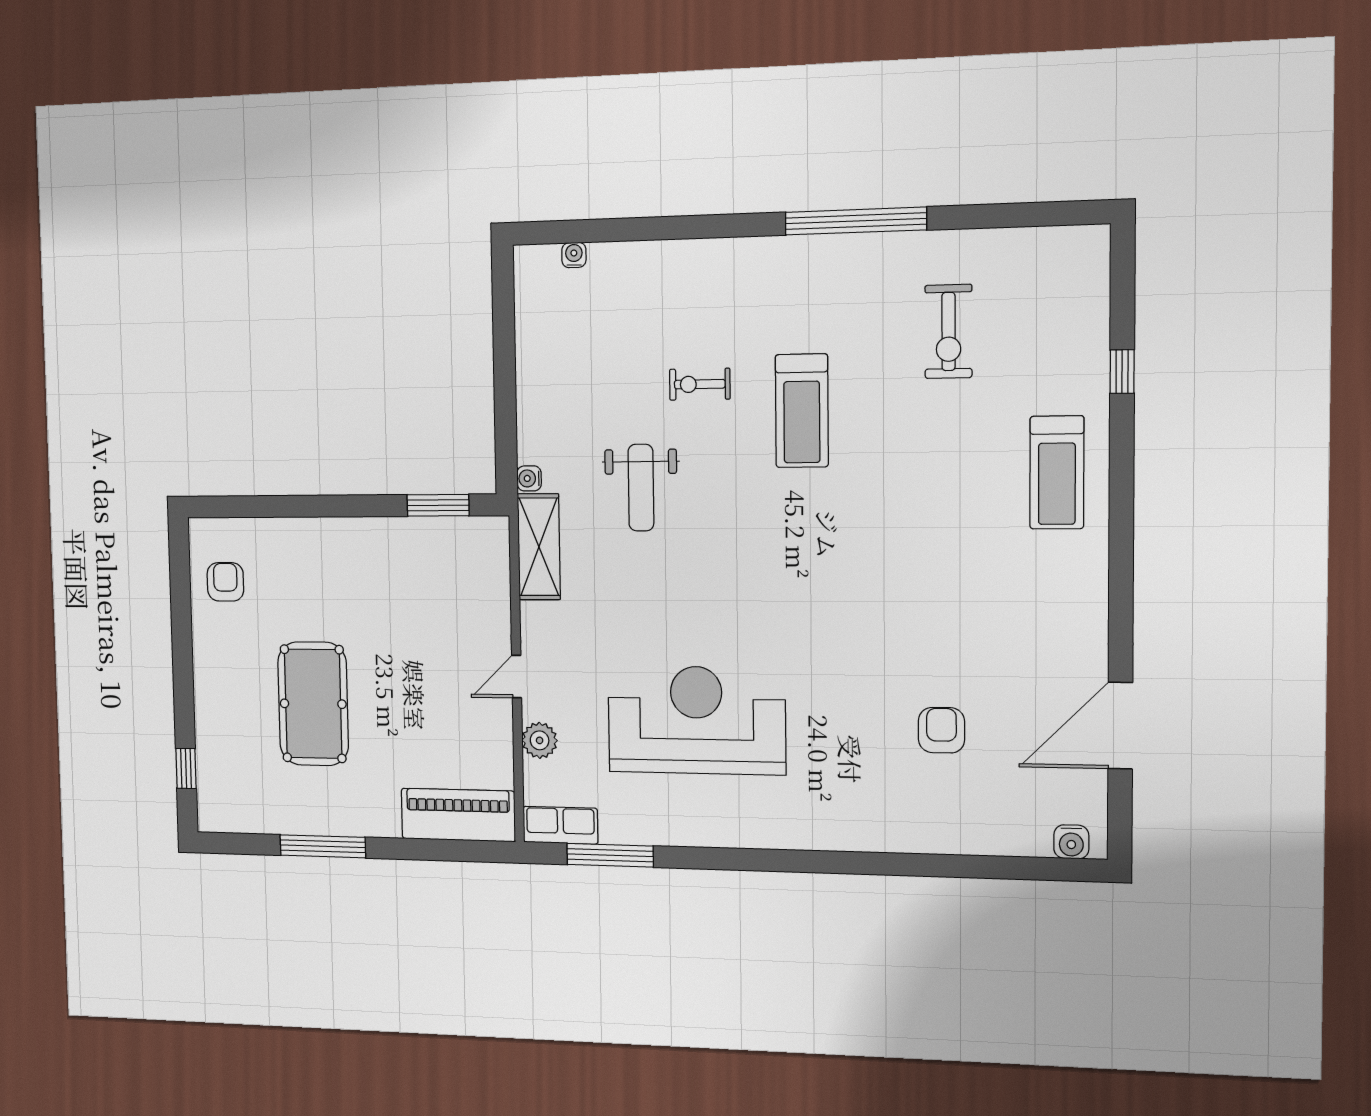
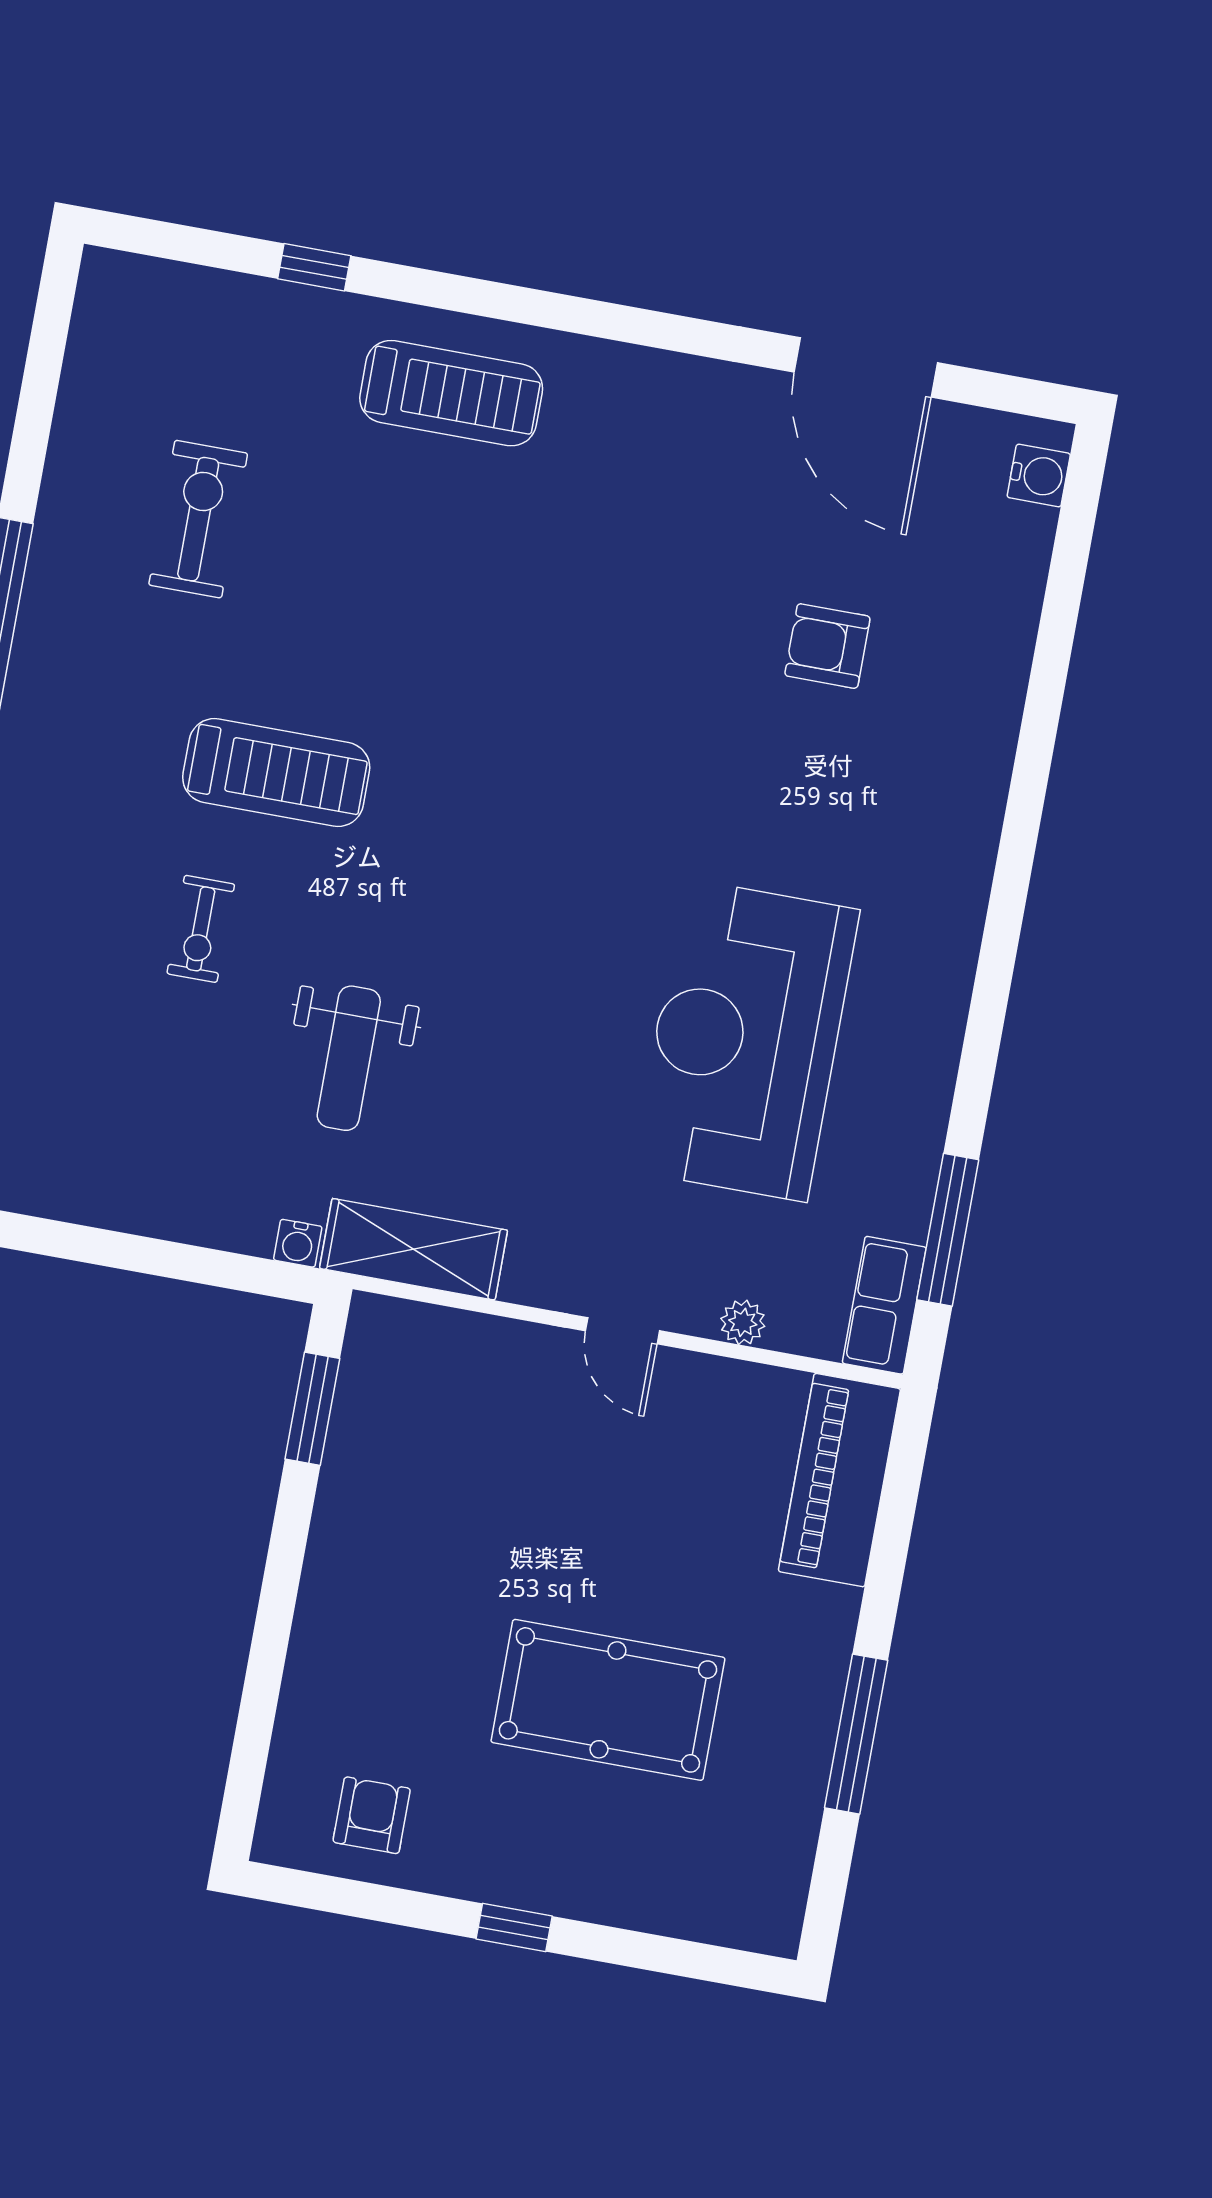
exercise bike: (948, 332) -> (198, 519), turned -90
weight bench: (641, 488) -> (349, 1058), turned 90
armchair: (225, 582) -> (372, 1815), turned 90
plant: (540, 740) -> (743, 1322), width x0.73, depth x0.73
window: (186, 768) -> (514, 1927), moved

